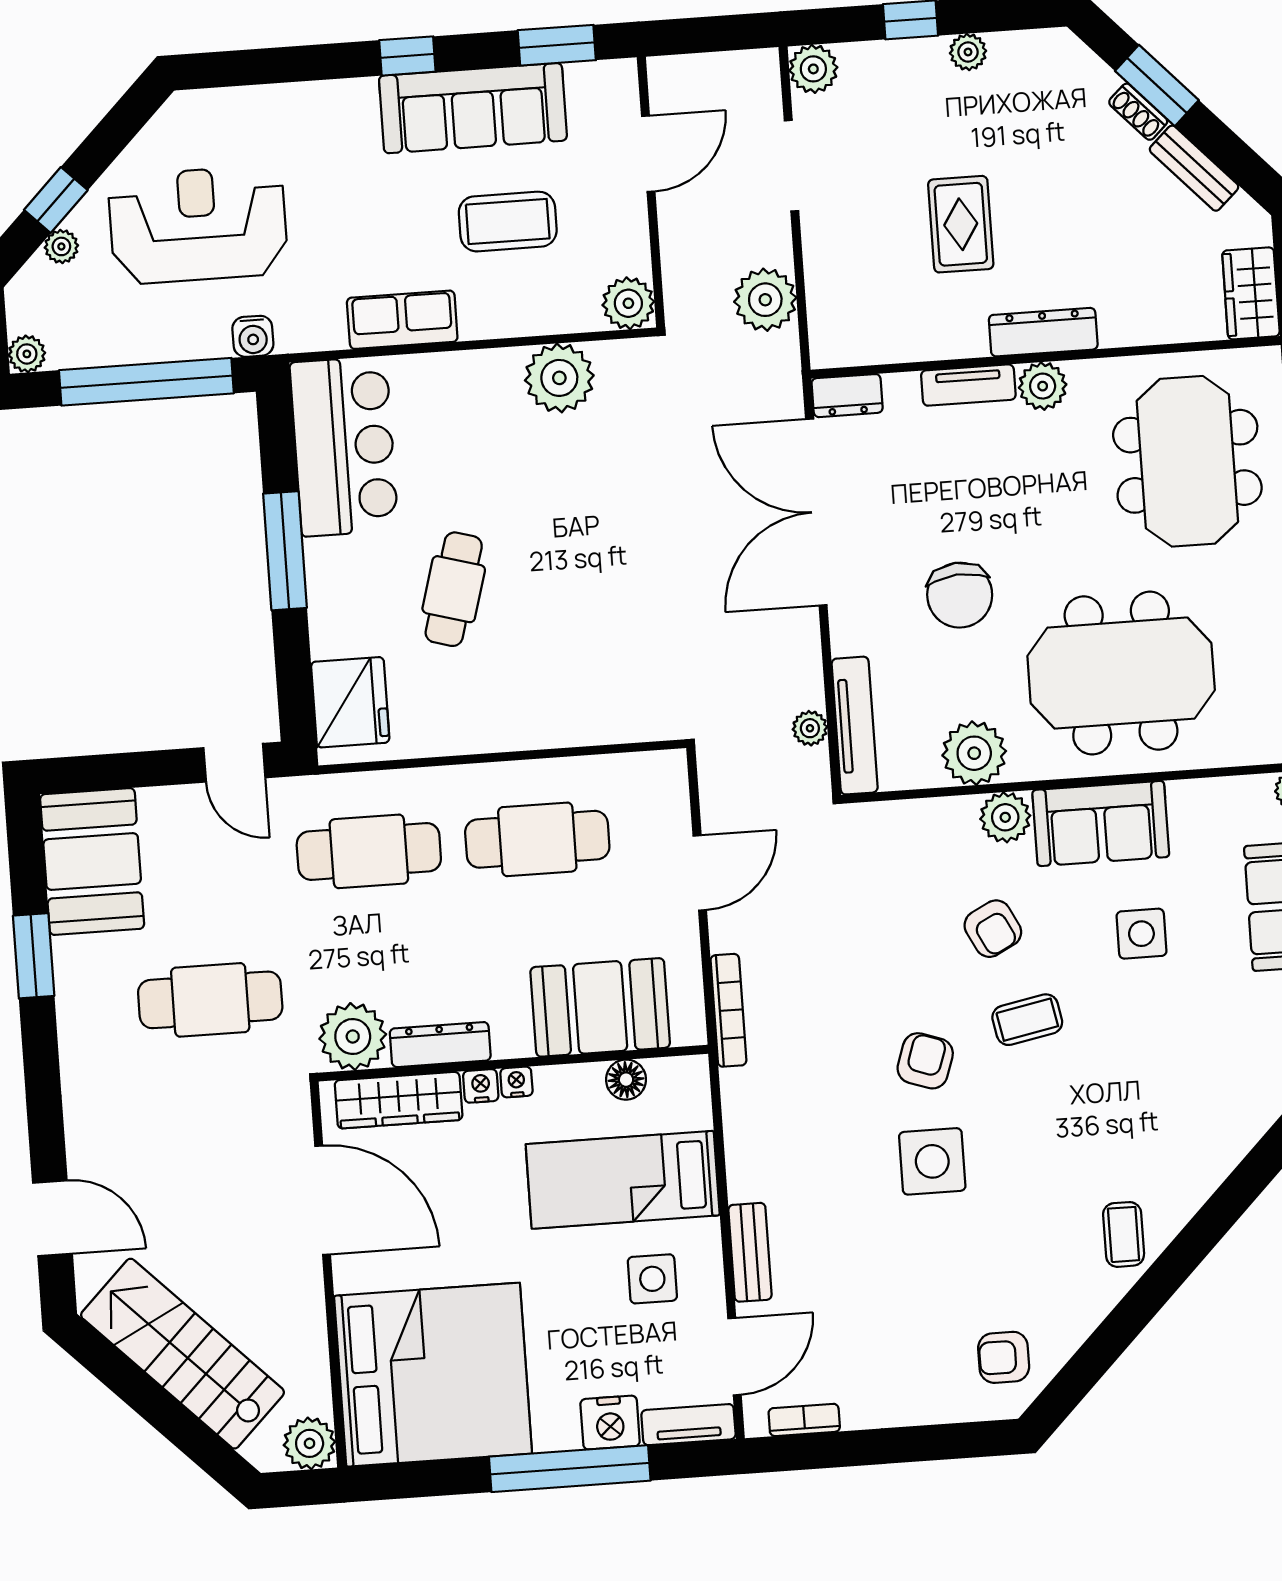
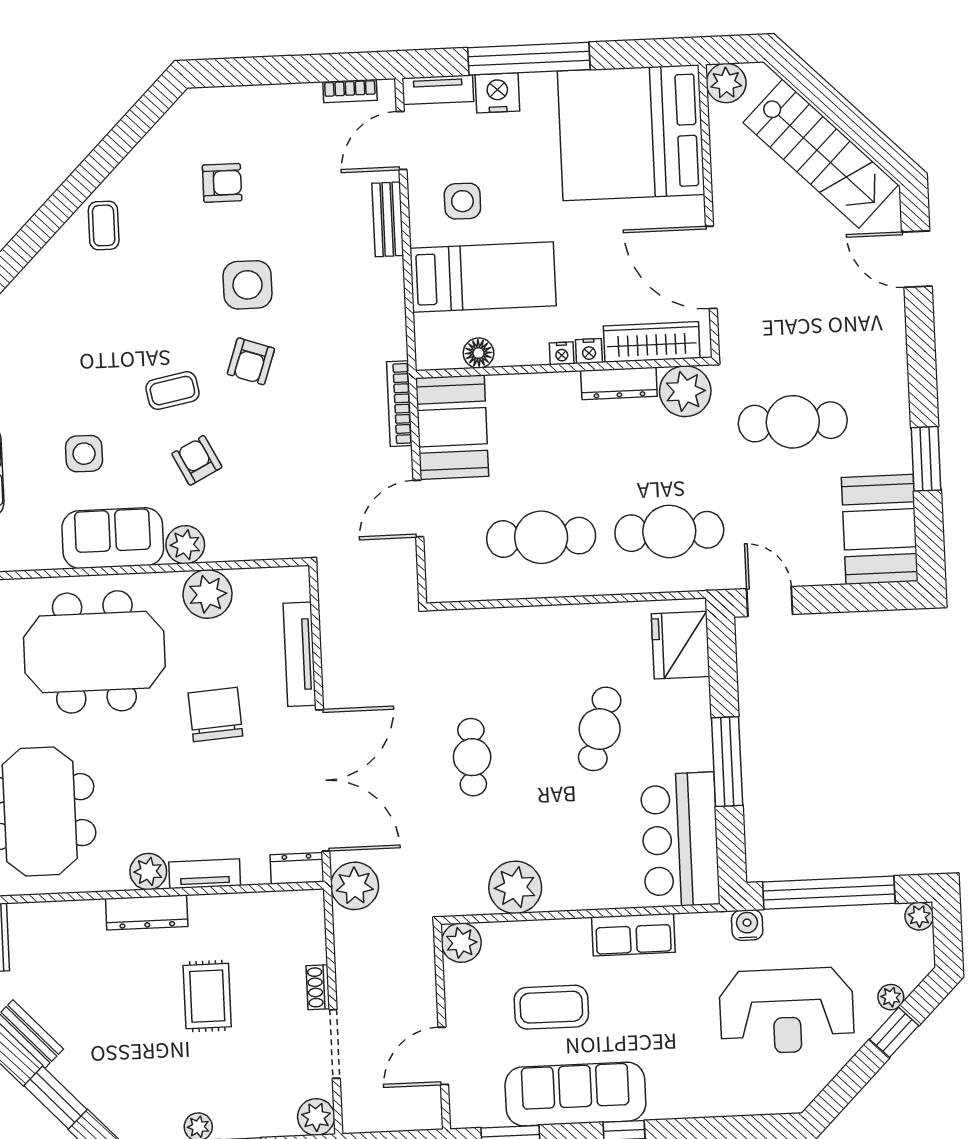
shoe rack: (1138, 112) -> (318, 987), moved, turned -137
plant: (765, 300) -> (355, 886), moved
cafe table: (621, 548) -> (472, 757), added
tv unit: (855, 726) -> (299, 654), moved
plant: (810, 728) -> (332, 616), removed
booth: (600, 1007) -> (452, 427), moved, turned 90
armchair: (1004, 1357) -> (222, 183), moved

